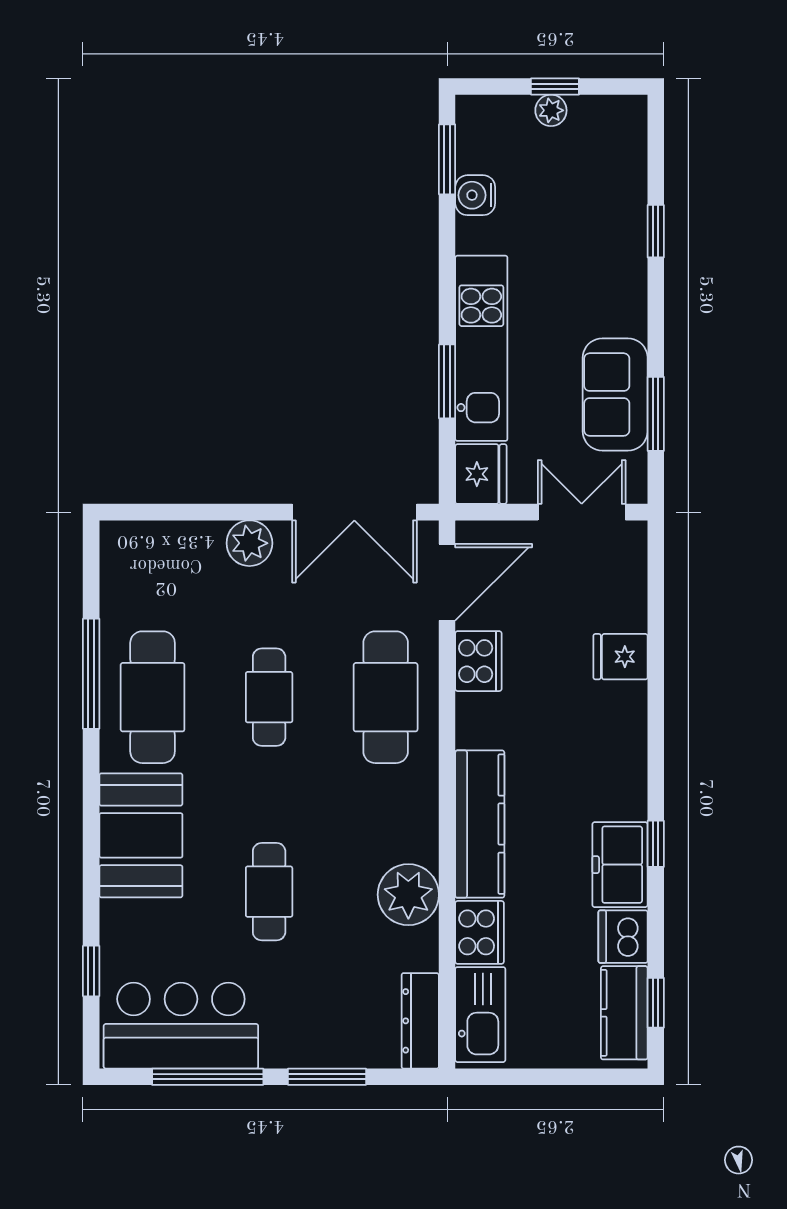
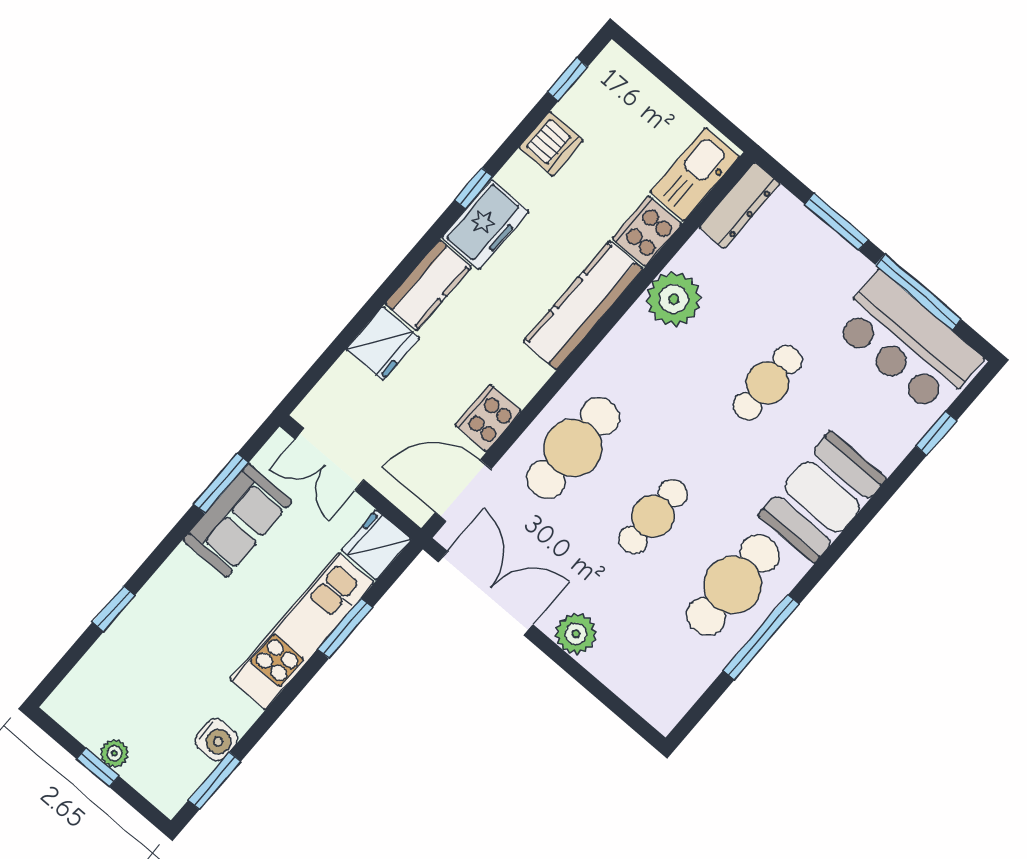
fridge: (620, 657) -> (383, 344), width x1.38
freezer: (620, 865) -> (485, 225), moved
kitchen counter: (624, 1013) -> (428, 285), moved

